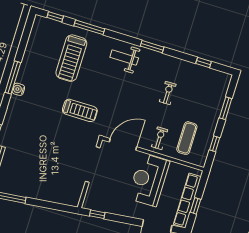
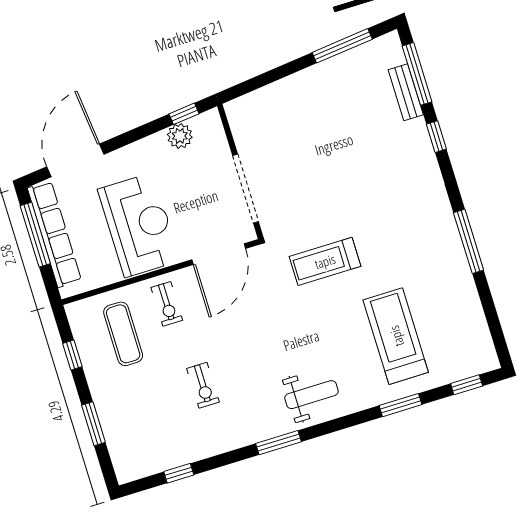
window: (89, 27) -> (401, 405), width x0.69
water cooler: (18, 89) -> (447, 228), removed
plant: (105, 206) -> (180, 136), added
window: (196, 206) -> (35, 235), width x2.17

